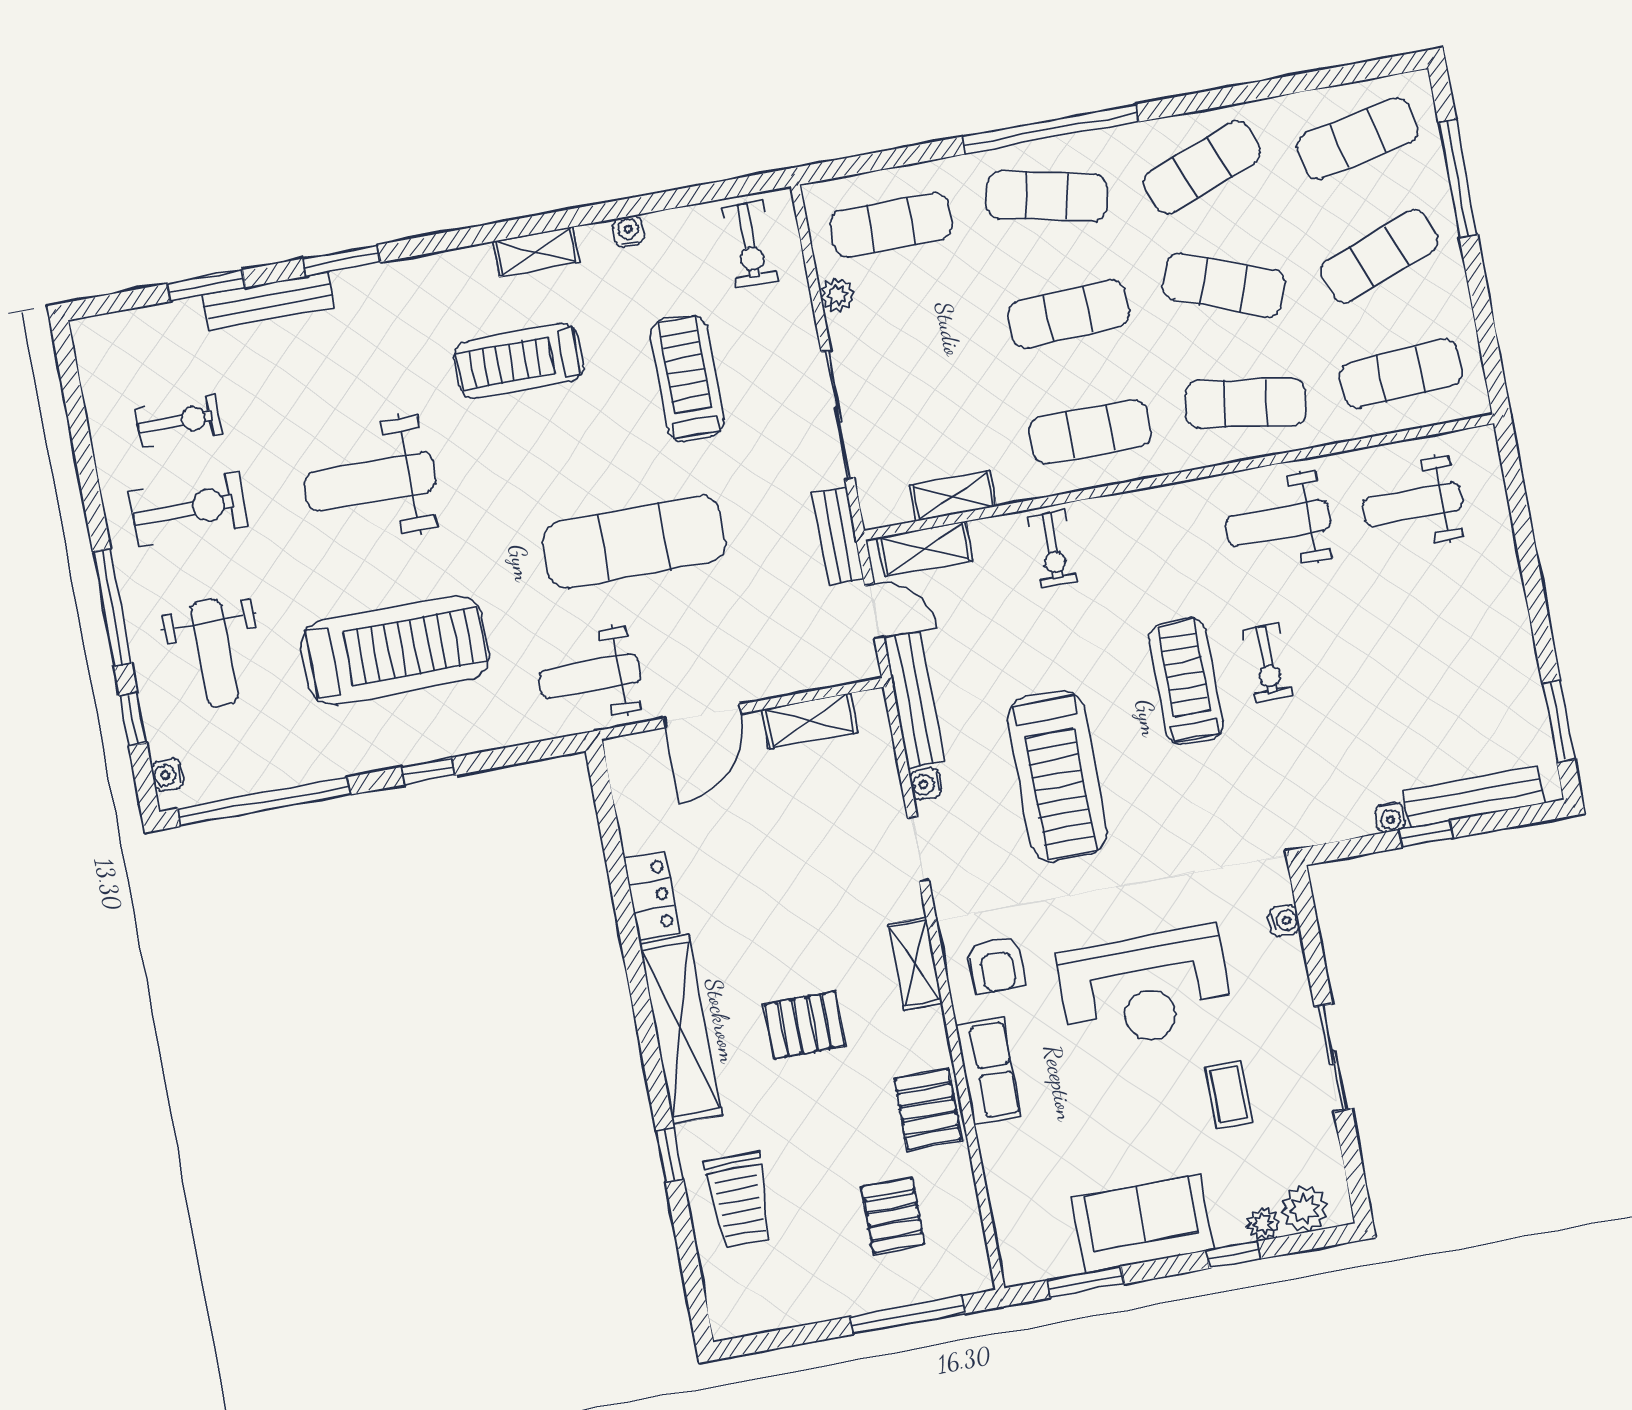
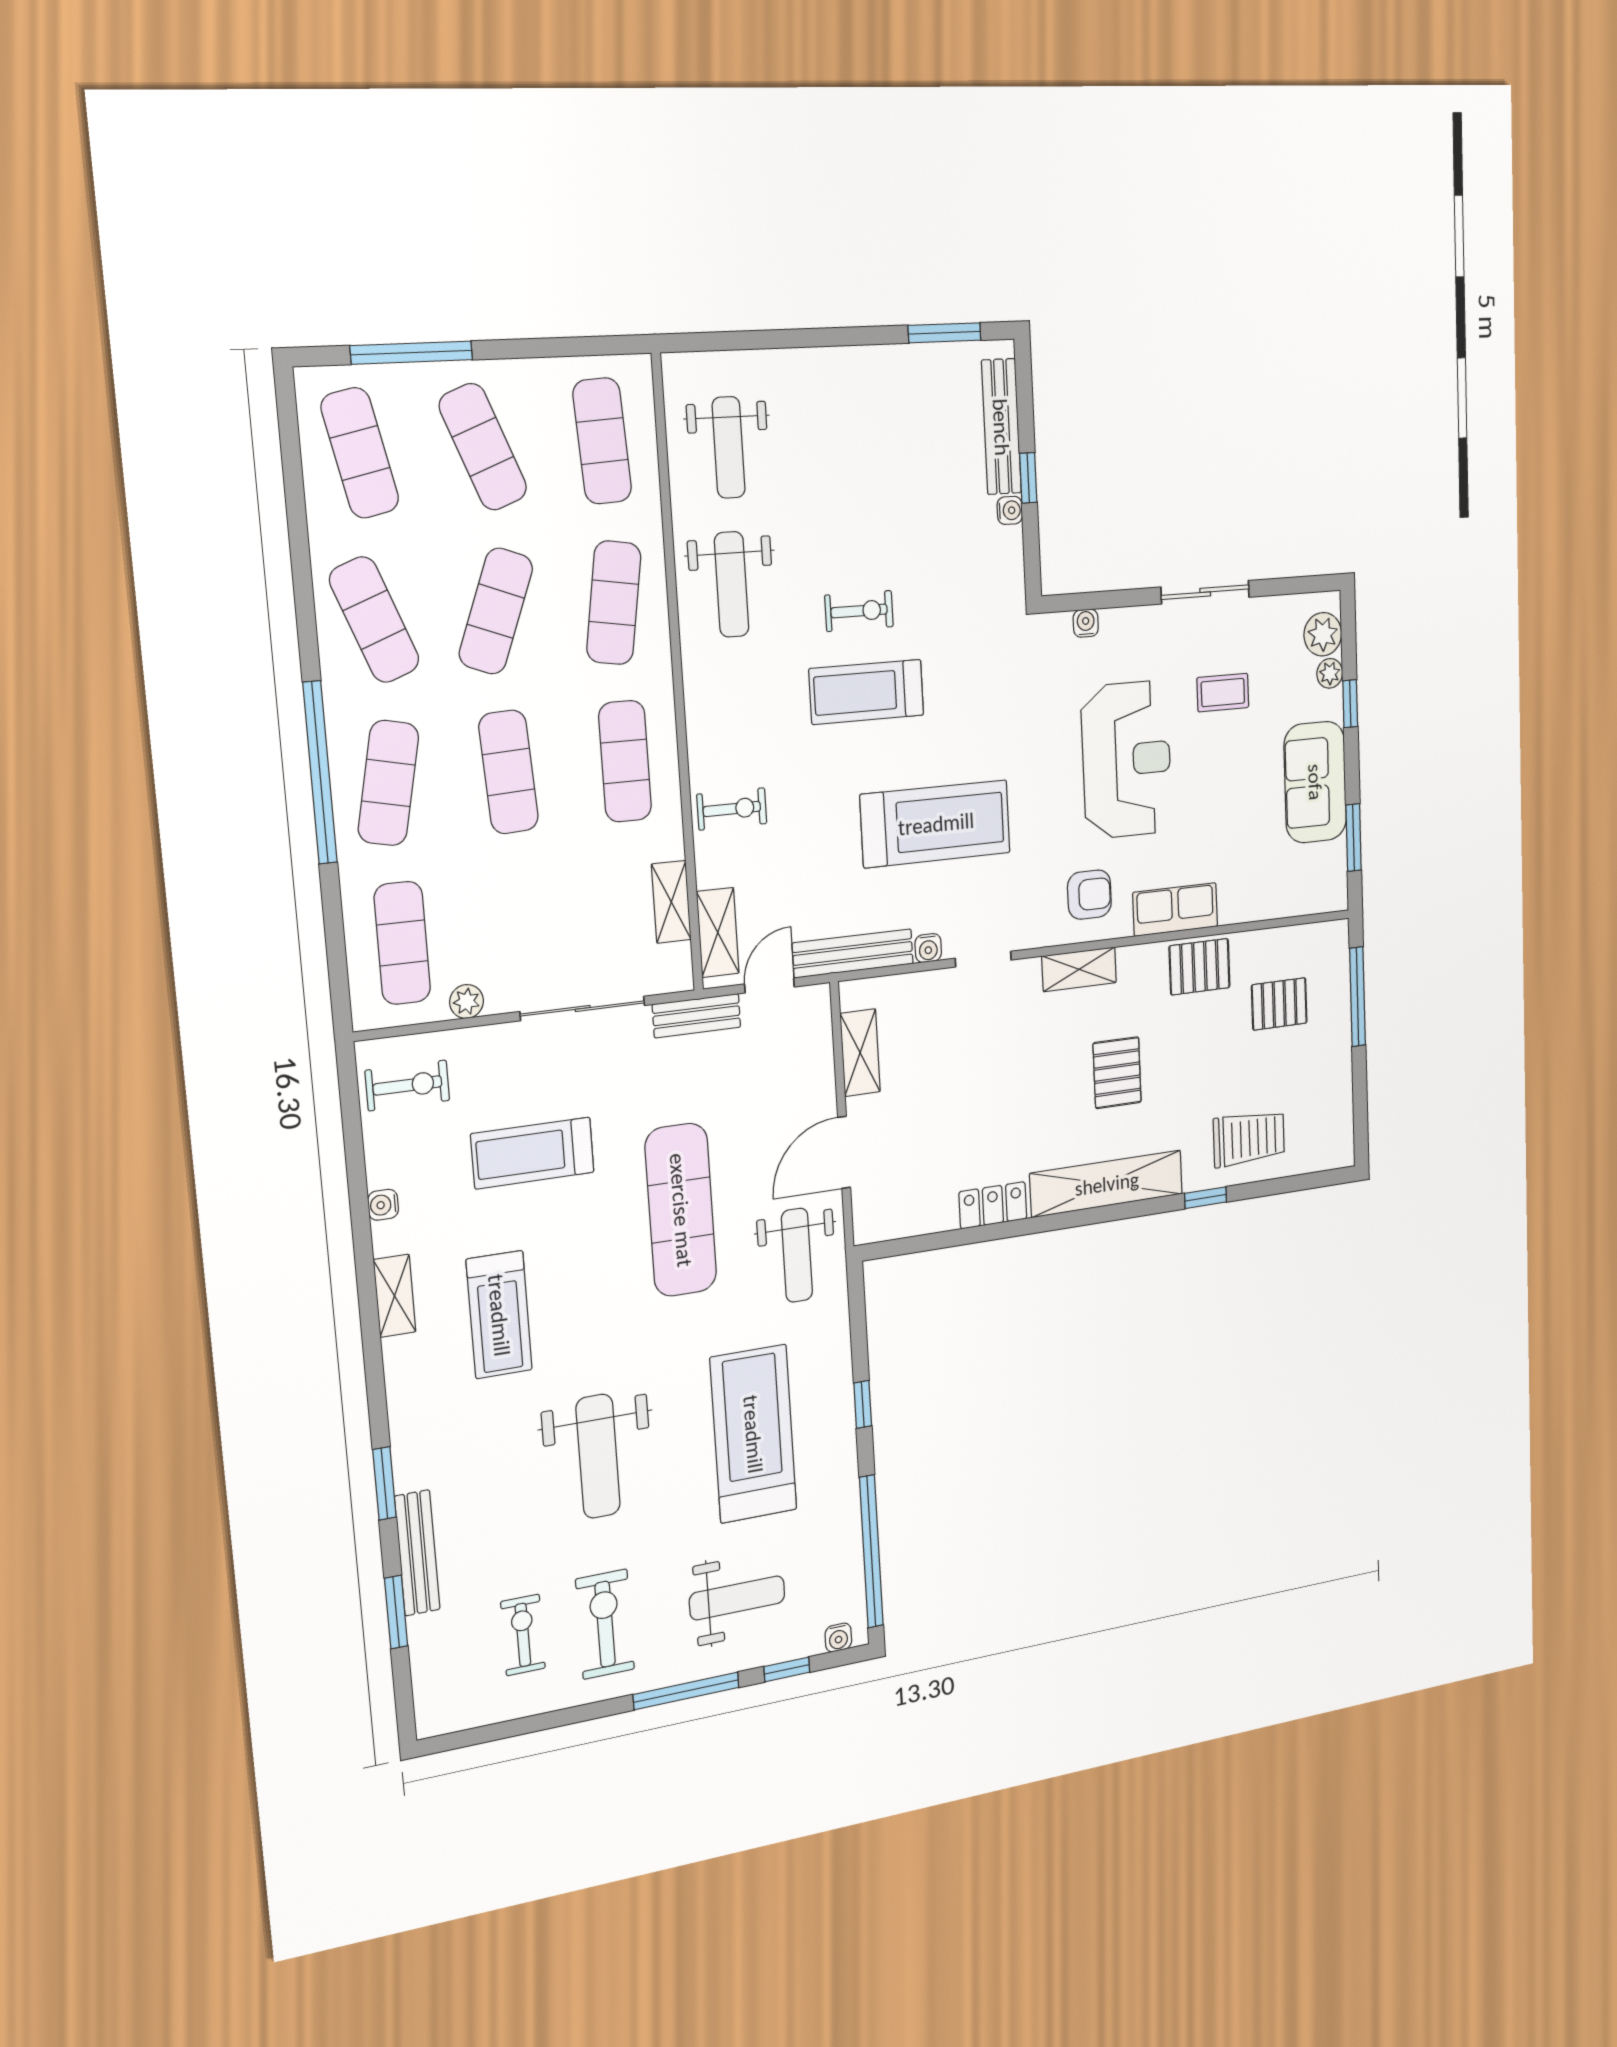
door: (702, 716) -> (844, 1152), swing flipped

